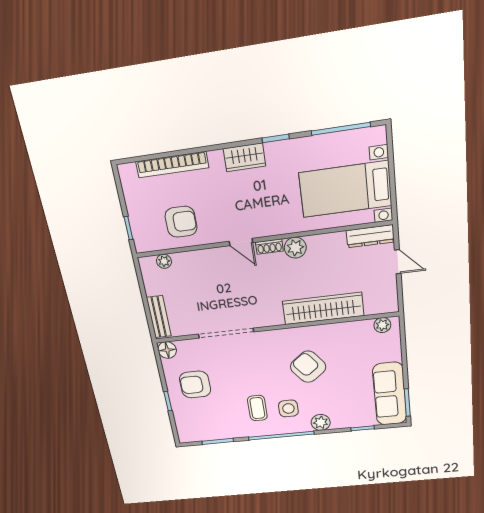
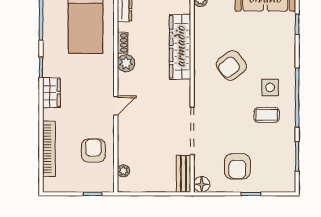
shoe rack: (269, 247) -> (122, 43), moved
bench: (159, 317) -> (183, 174), moved, turned 90
plant: (321, 422) -> (287, 61), removed

